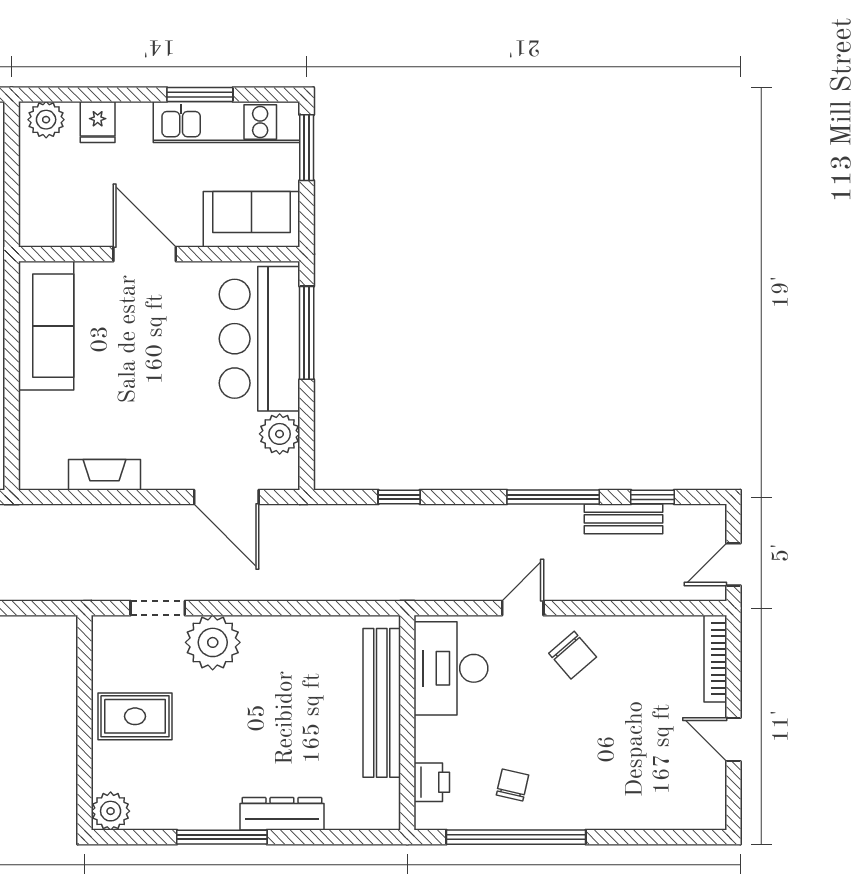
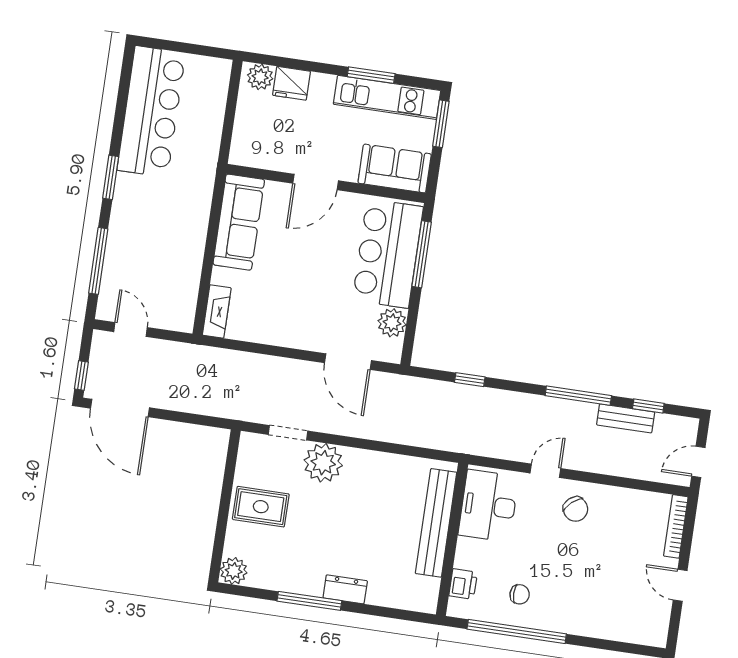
fridge: (98, 122) -> (292, 83), width x1.38
door: (145, 254) -> (316, 182), swing flipped
fireplace: (104, 475) -> (217, 311), moved, turned 90
chair: (512, 785) -> (520, 594), turned 77
dresser: (282, 814) -> (345, 589), width x0.70

